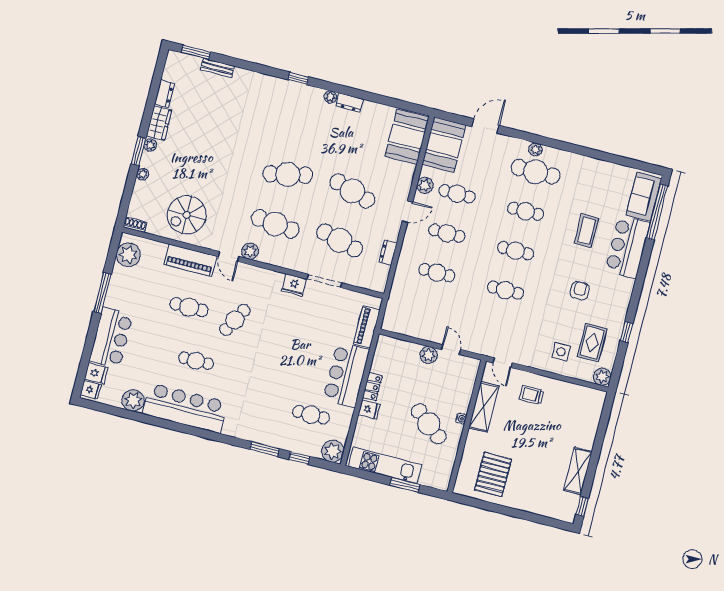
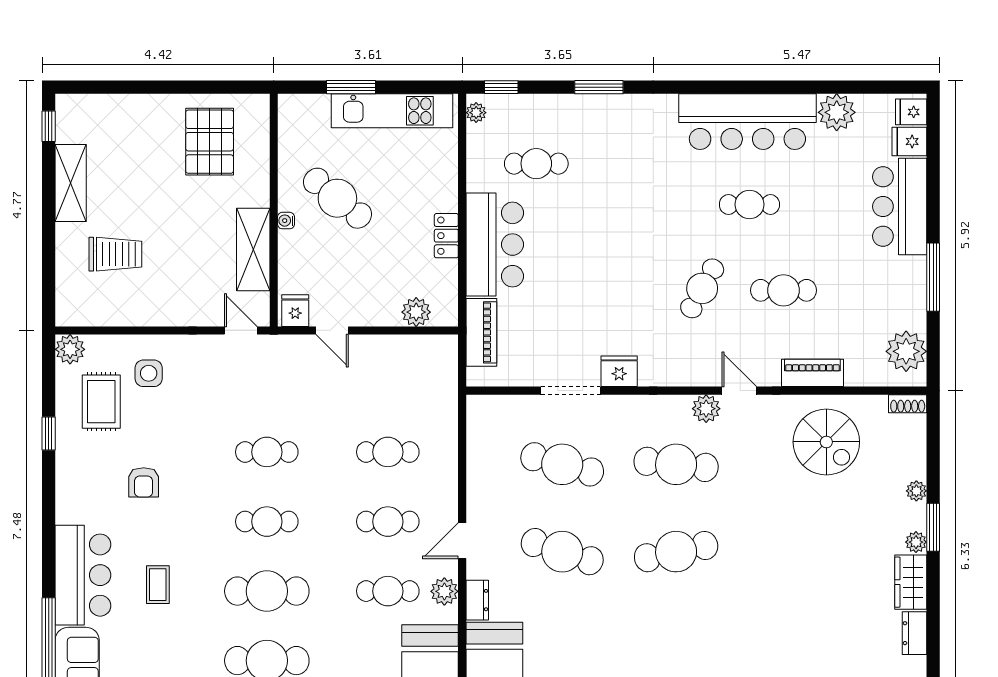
cafe table: (526, 211) -> (267, 591), width x1.37, depth x1.35
spiral stairs: (187, 215) -> (826, 442), turned 90
coffee table: (586, 231) -> (158, 585), width x0.73, depth x0.77
dresser: (388, 252) -> (477, 600), moved
piano: (190, 260) -> (812, 373), width x0.73, depth x0.75
plant: (428, 355) -> (416, 312), moved
trolley: (532, 395) -> (115, 254), moved, width x1.36, depth x1.39
fridge: (369, 410) -> (295, 311), moved, turned 90
plant: (333, 451) -> (476, 113), width x0.53, depth x0.53
window: (299, 458) -> (501, 87), moved

